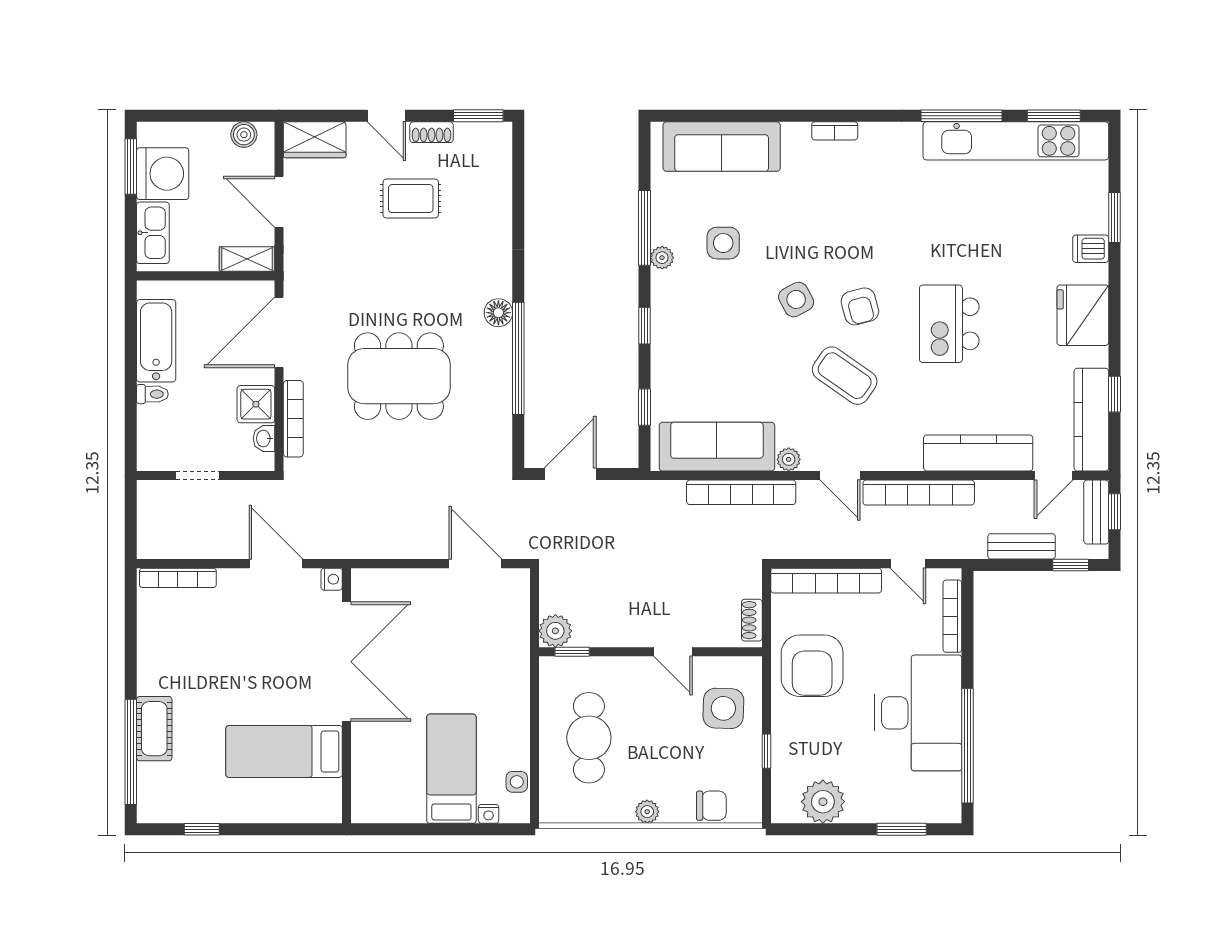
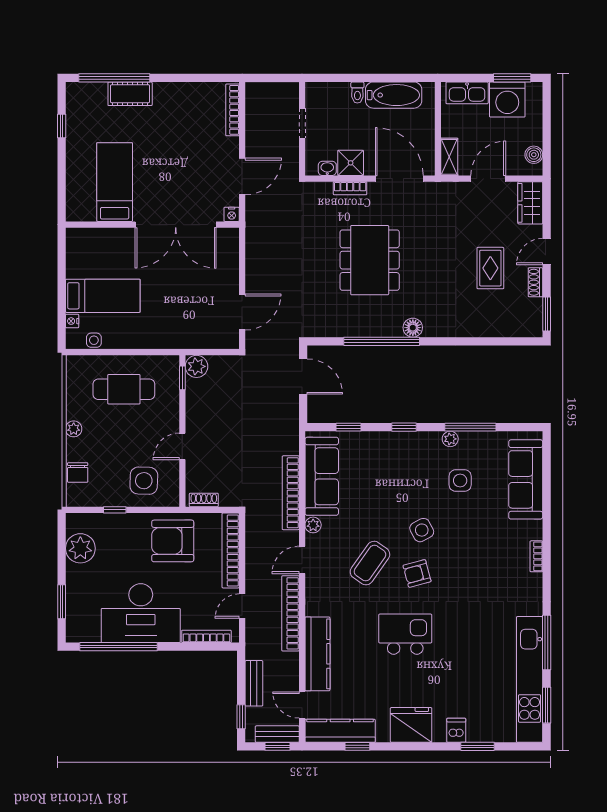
bookcase: (293, 419) -> (350, 188), width x0.64

